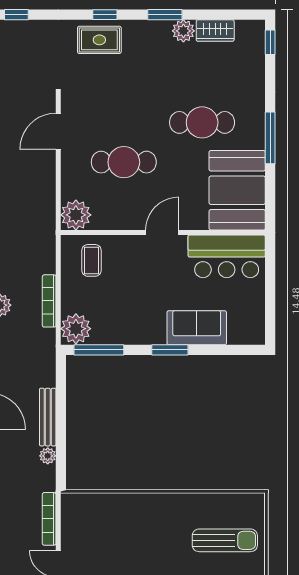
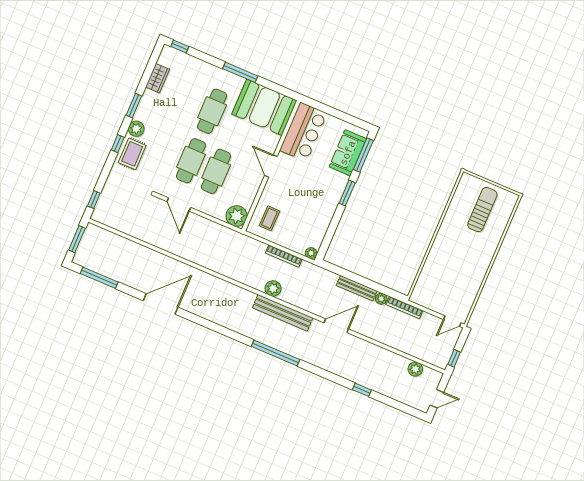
plant: (183, 31) -> (136, 129), moved
cafe table: (124, 122) -> (191, 161), added
coffee table: (92, 260) -> (269, 218), turned 90
sofa: (197, 328) -> (348, 153), moved
plant: (76, 329) -> (311, 253), width x0.53, depth x0.53
window: (99, 350) -> (363, 155), moved
bookcase: (49, 519) -> (404, 308), moved

